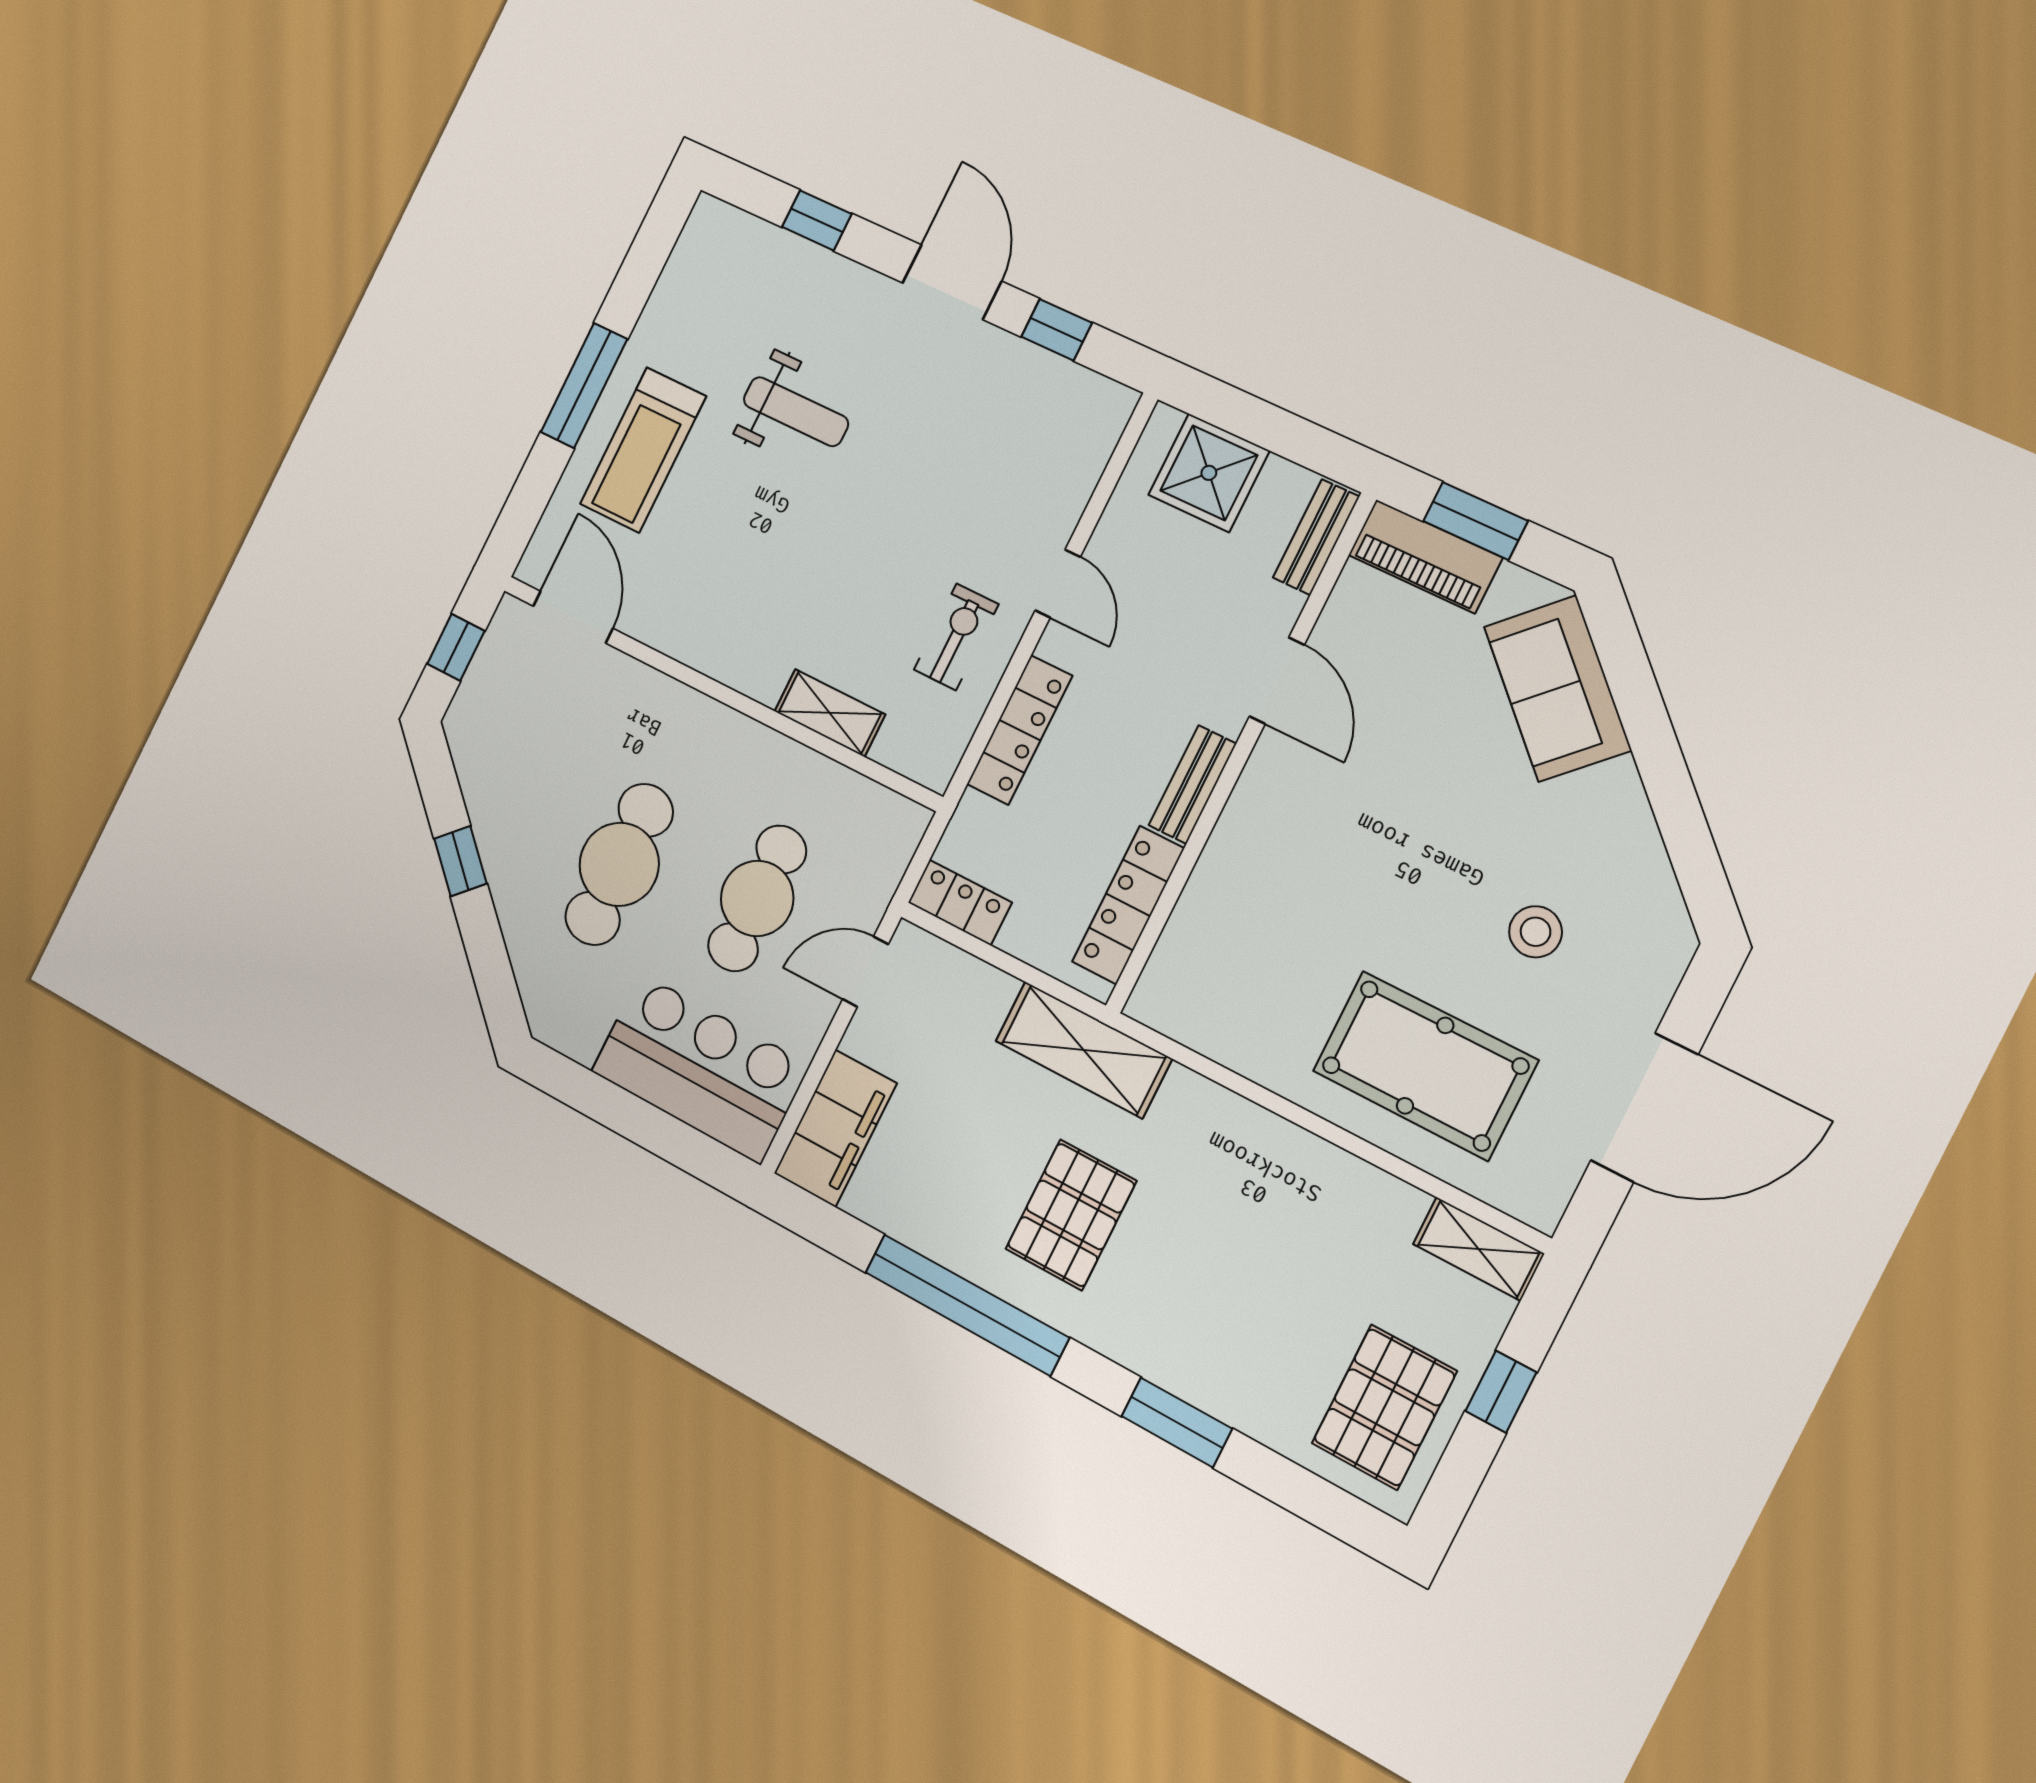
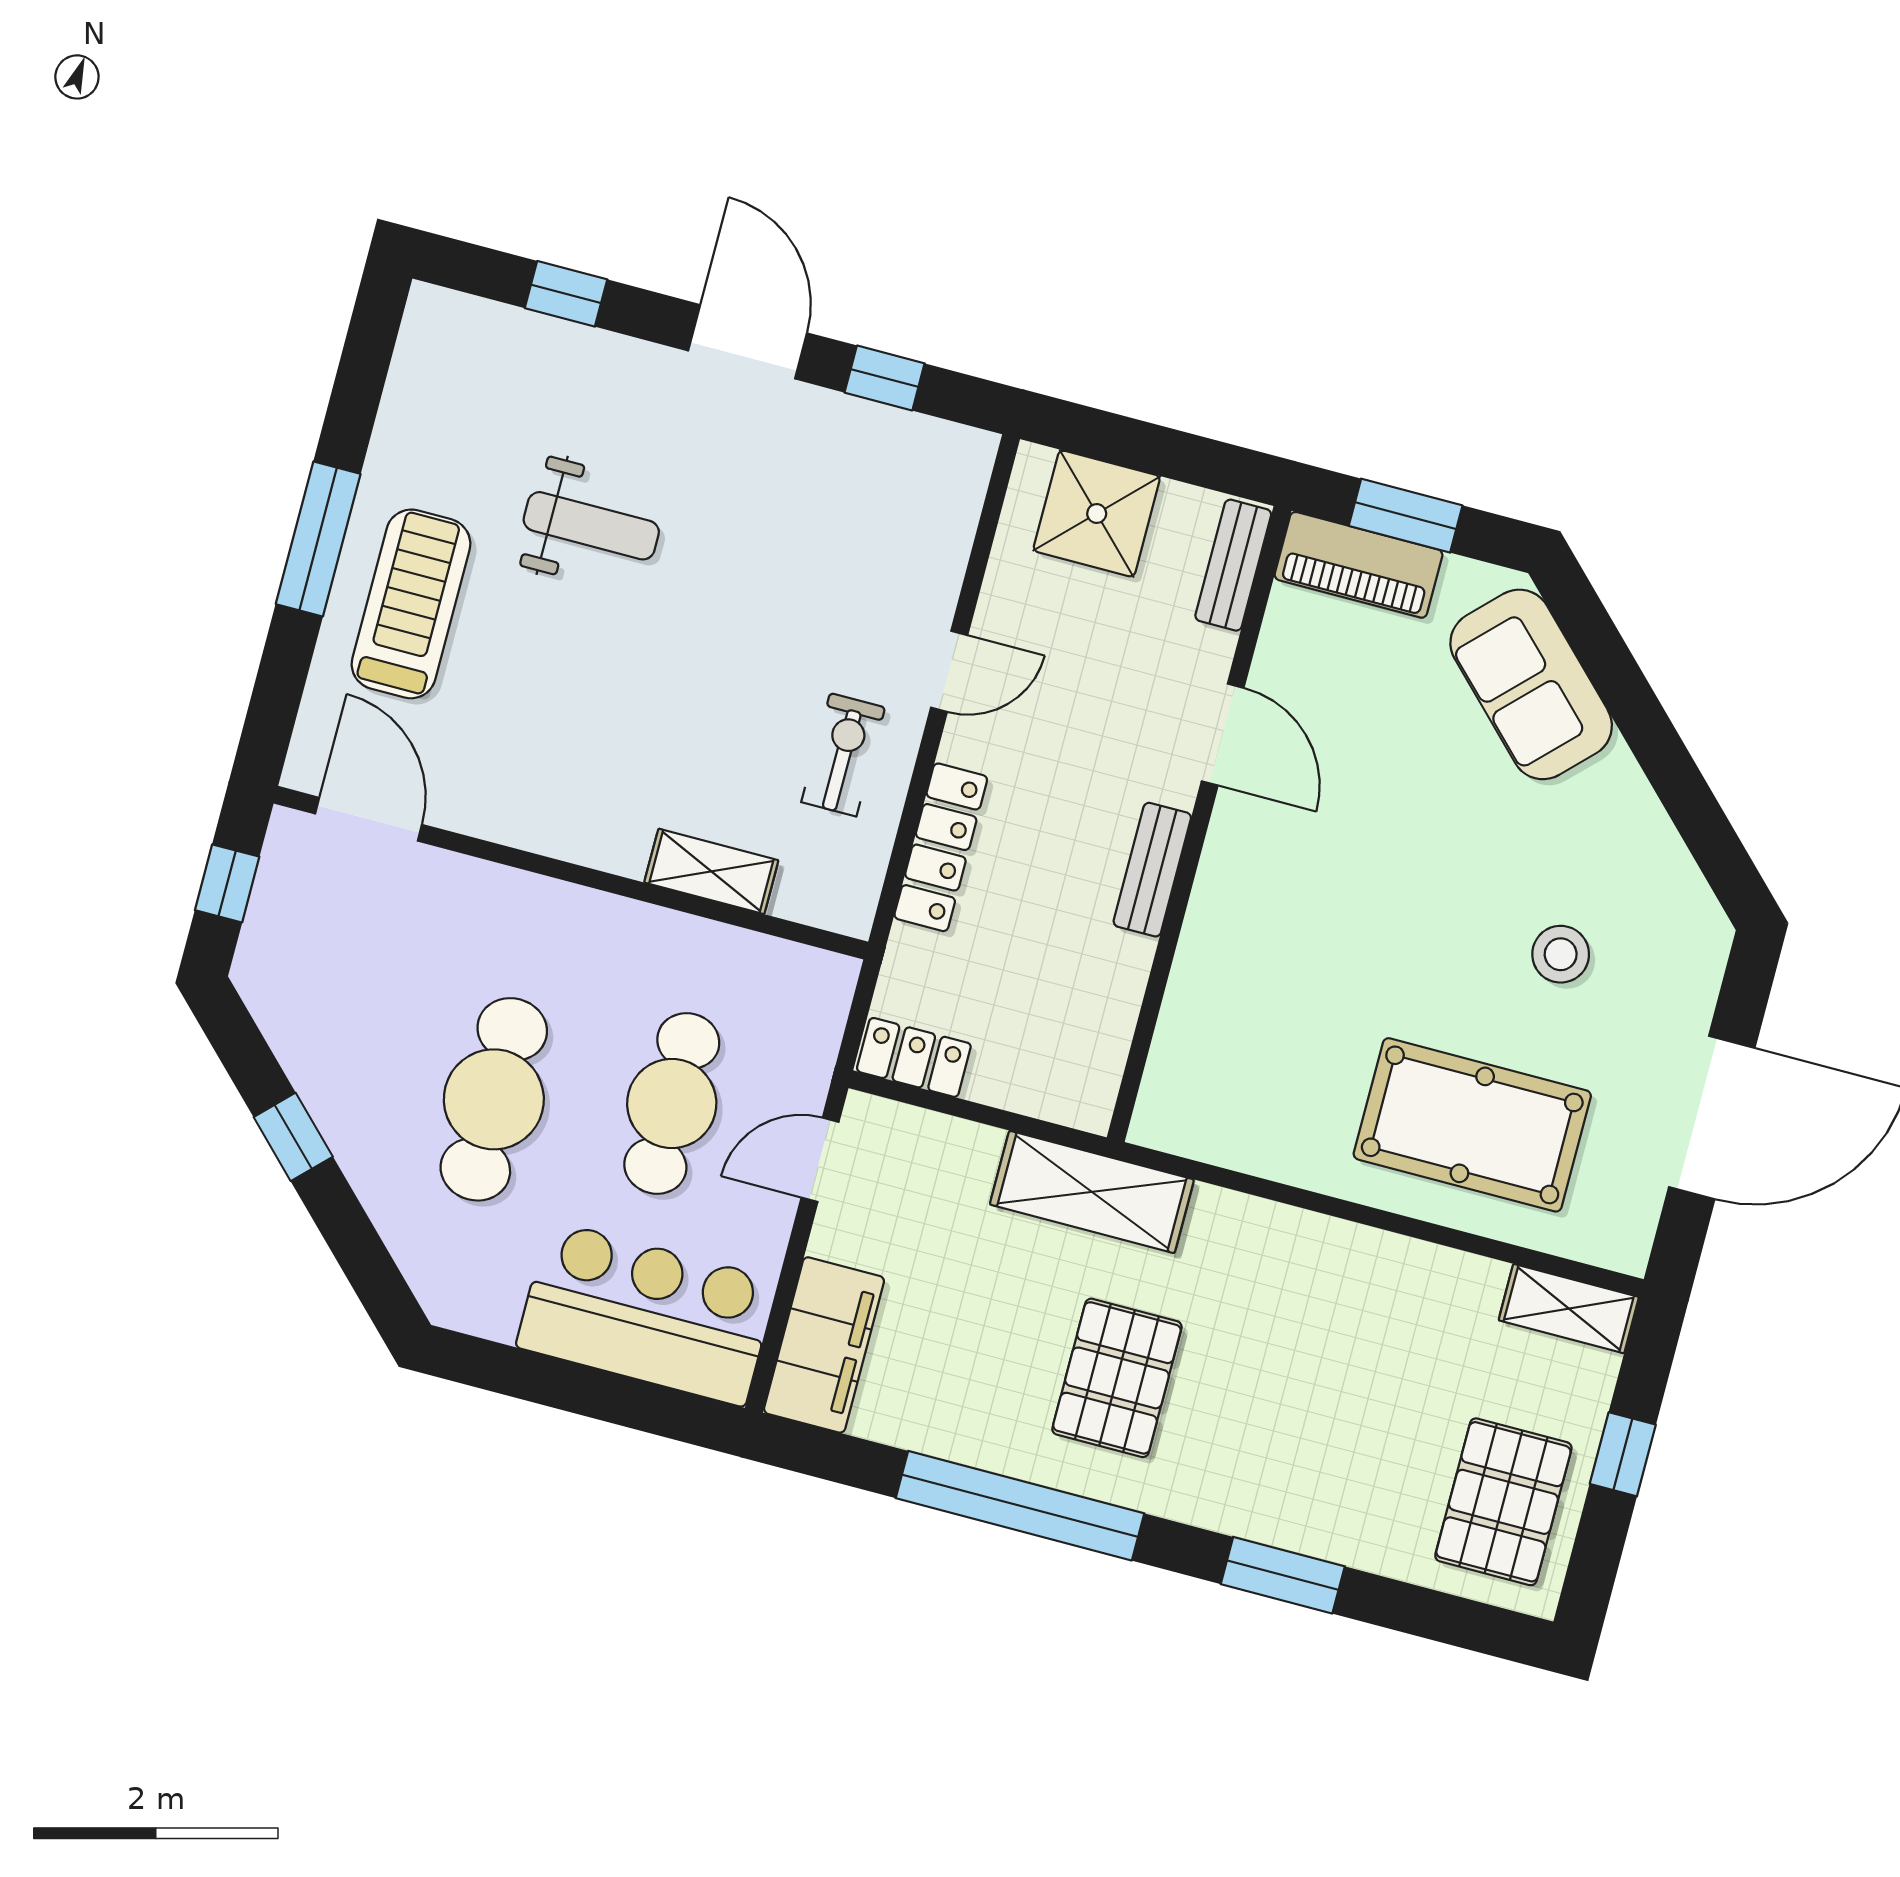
treadmill: (643, 450) -> (411, 604), turned 180
door: (1058, 584) -> (949, 671), hinge flipped
locker: (1128, 905) -> (1108, 1020), removed

